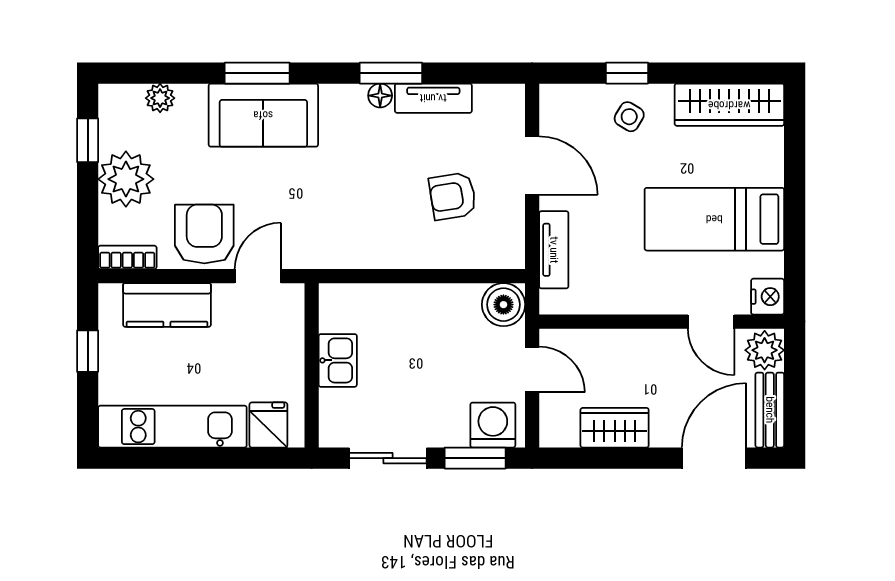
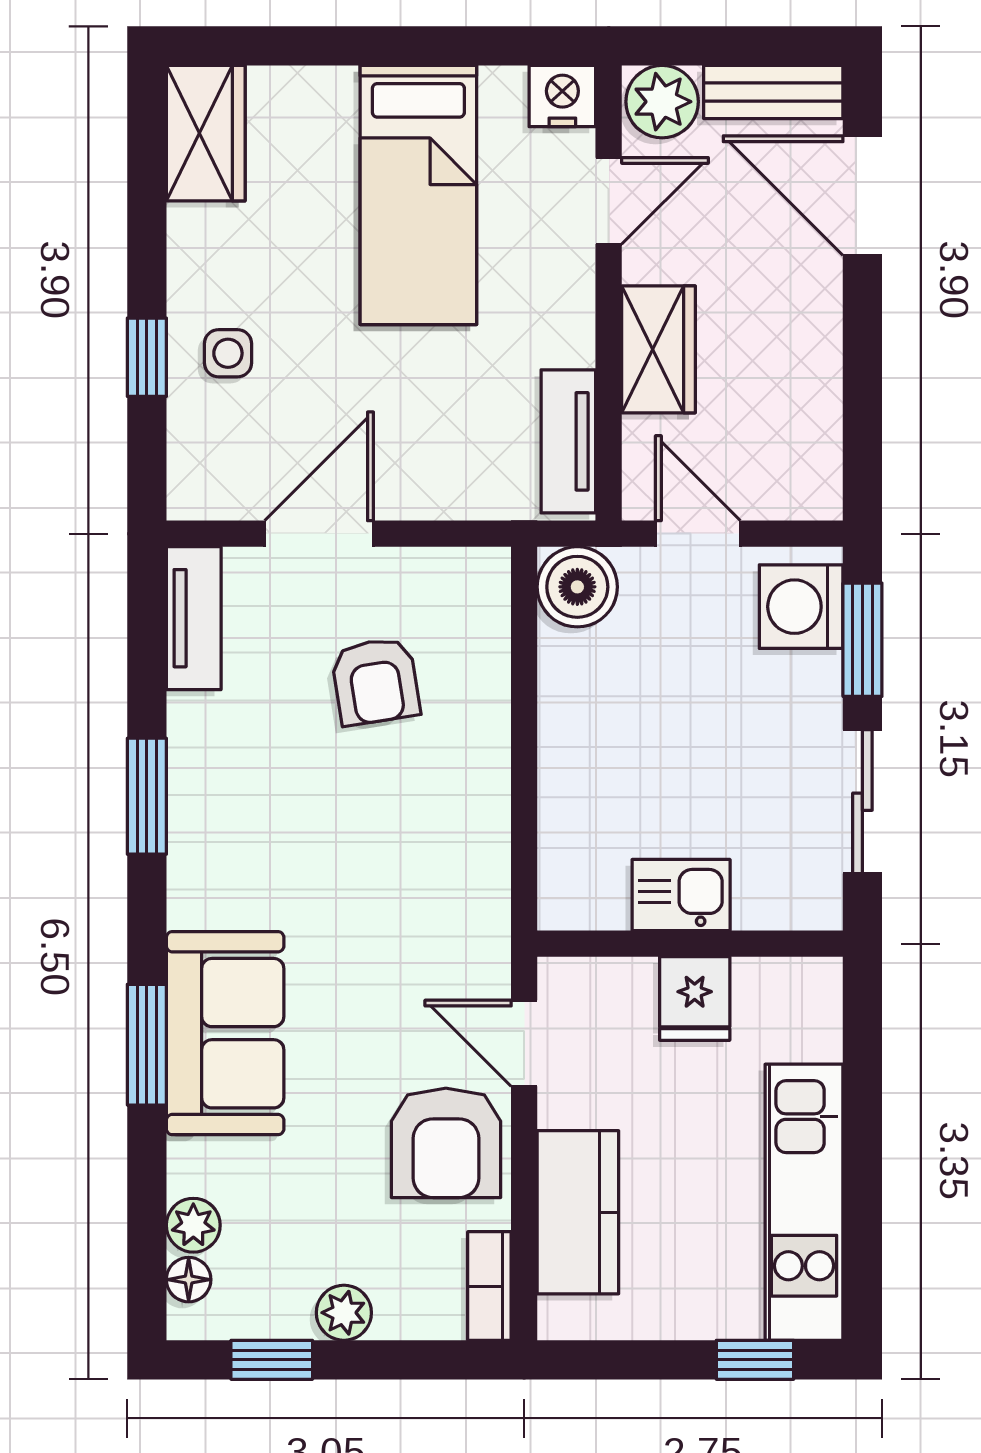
floor lamp: (380, 96) -> (189, 1280), moved
tv unit: (433, 98) -> (194, 618), moved
wardrobe: (729, 105) -> (206, 133), width x0.67
side table: (629, 117) -> (228, 353), turned -31
plant: (126, 179) -> (344, 1313), width x0.53, depth x0.53
armchair: (204, 234) -> (446, 1143), turned -90
tv unit: (554, 250) -> (568, 441), moved, turned -90
window: (88, 351) -> (755, 1360), moved
door: (532, 370) -> (698, 534), hinge flipped
fridge: (268, 425) -> (695, 998), moved, turned -90
wardrobe: (615, 428) -> (659, 349), moved, turned 180

